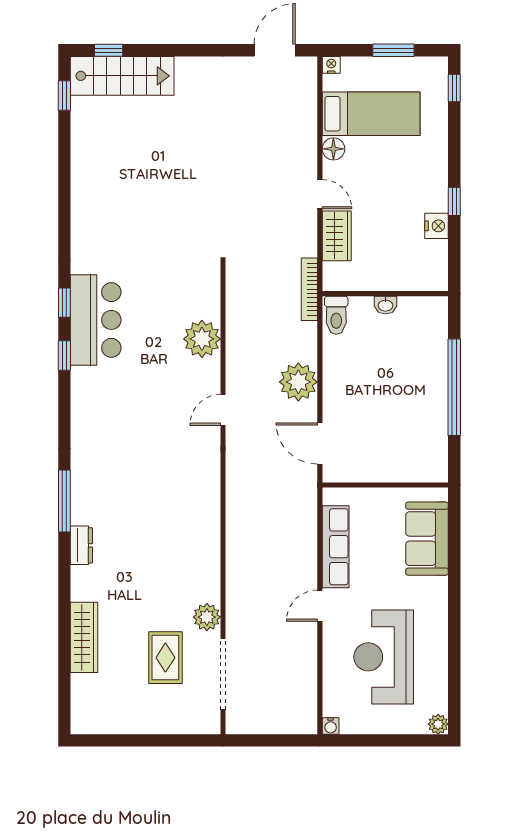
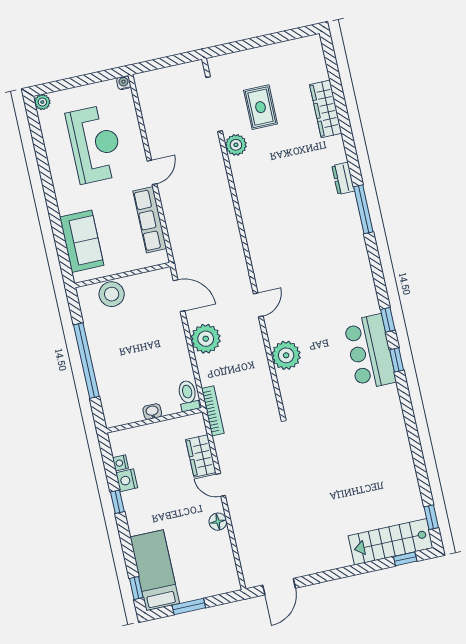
nightstand: (331, 65) -> (120, 463), moved, turned 90
bed: (371, 114) -> (155, 570), moved, turned 90
stool: (404, 464) -> (112, 294), added

